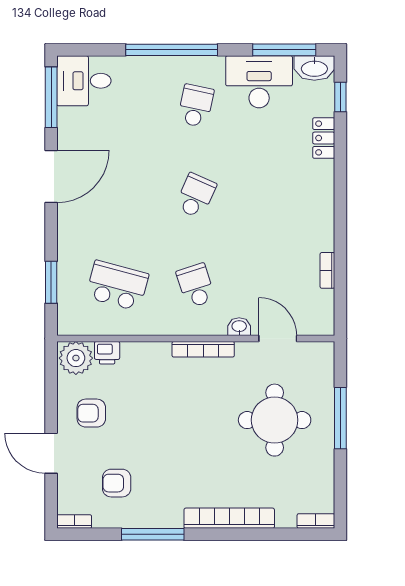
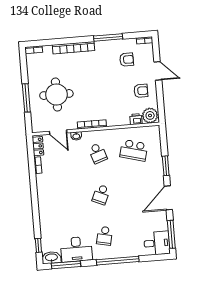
locker: (324, 138) -> (38, 146), moved
window: (51, 282) -> (166, 166), moved

